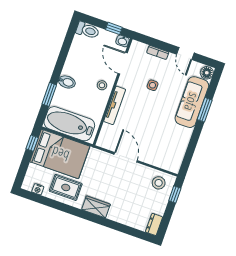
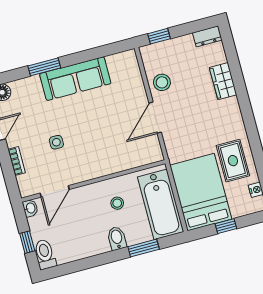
window: (114, 28) -> (27, 242), moved
stool: (102, 85) -> (117, 203), moved
sofa: (192, 102) -> (75, 79), moved
tv unit: (115, 105) -> (107, 169), removed
window: (32, 143) -> (226, 226), moved
stool: (159, 183) -> (162, 82), moved
wardrobe: (96, 207) -> (223, 81), moved

